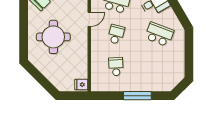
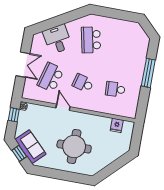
school desk: (159, 34) -> (91, 40), turned -33
fridge: (81, 85) -> (117, 125), moved

